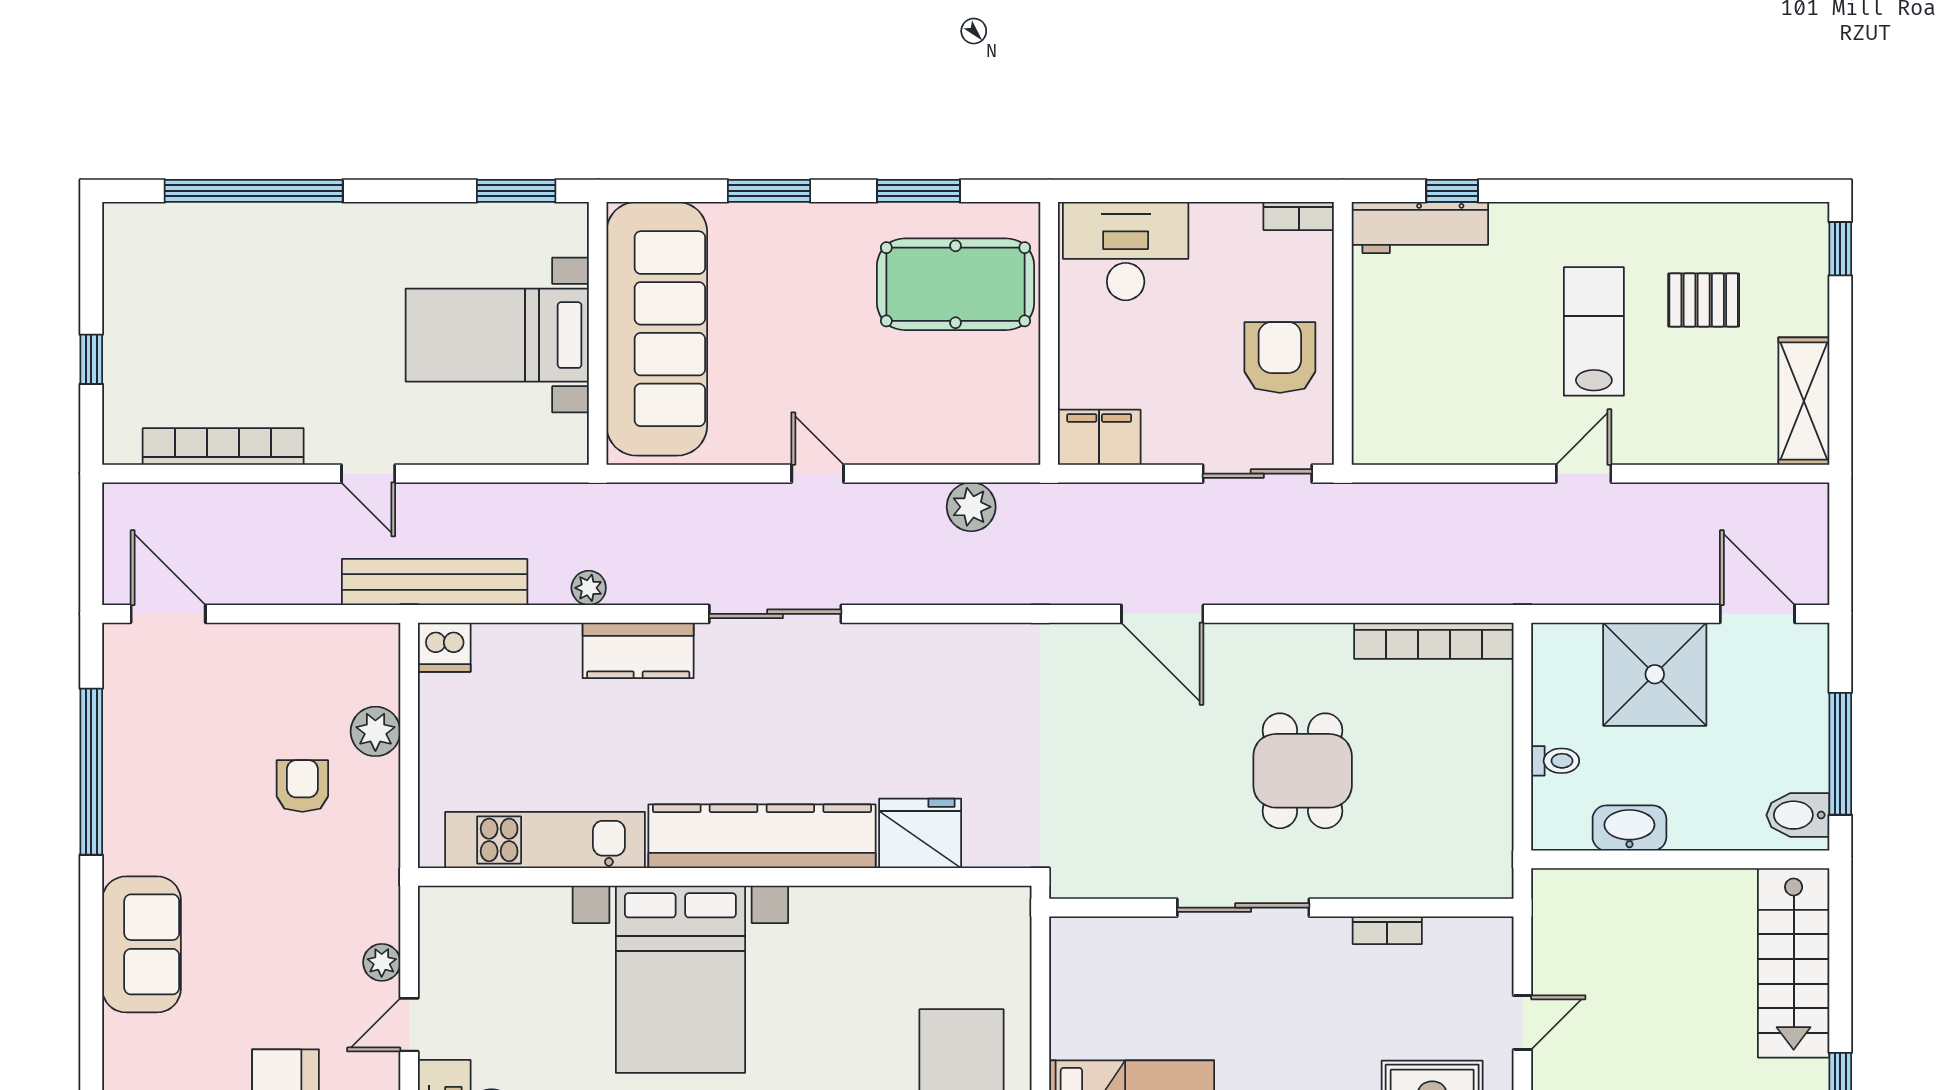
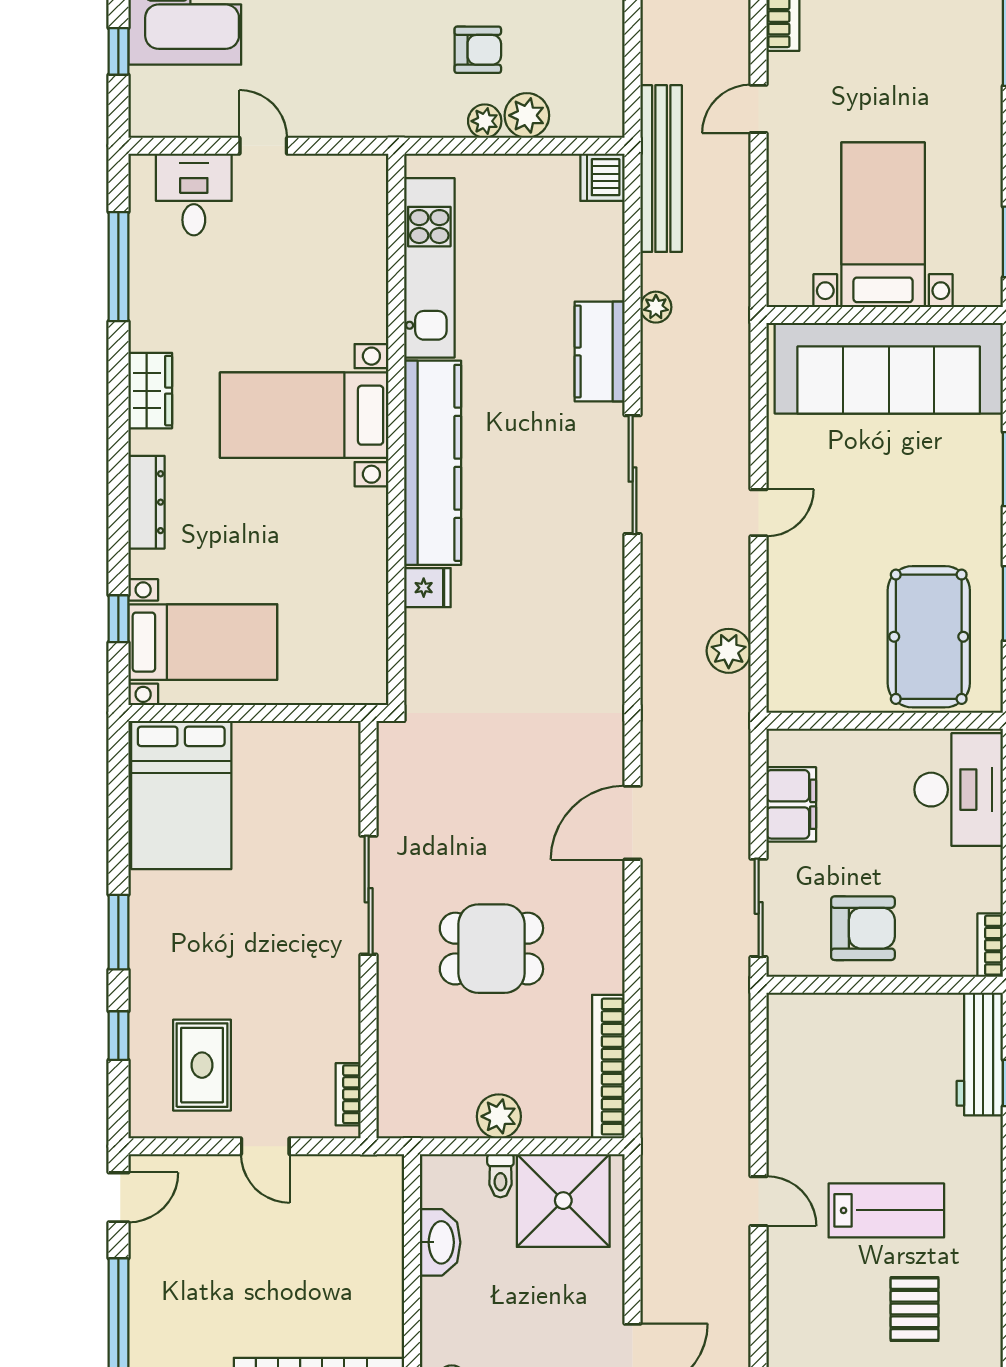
filing cabinet: (1099, 437) -> (791, 804), moved
shower: (1655, 674) -> (563, 1201), moved
plant: (1489, 763) -> (499, 1116), added
fridge: (920, 833) -> (427, 588), width x0.53, depth x0.75
bookcase: (1387, 930) -> (348, 1094), moved
plant: (382, 962) -> (485, 121), moved
bed with nightstands: (680, 979) -> (304, 415), width x0.73

